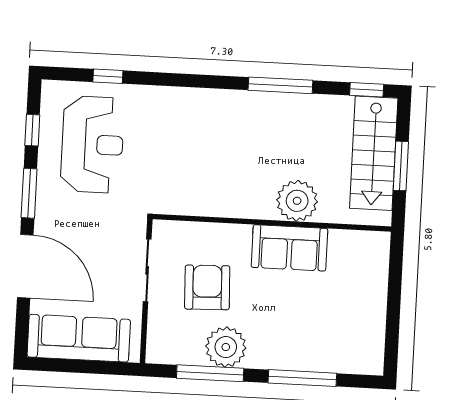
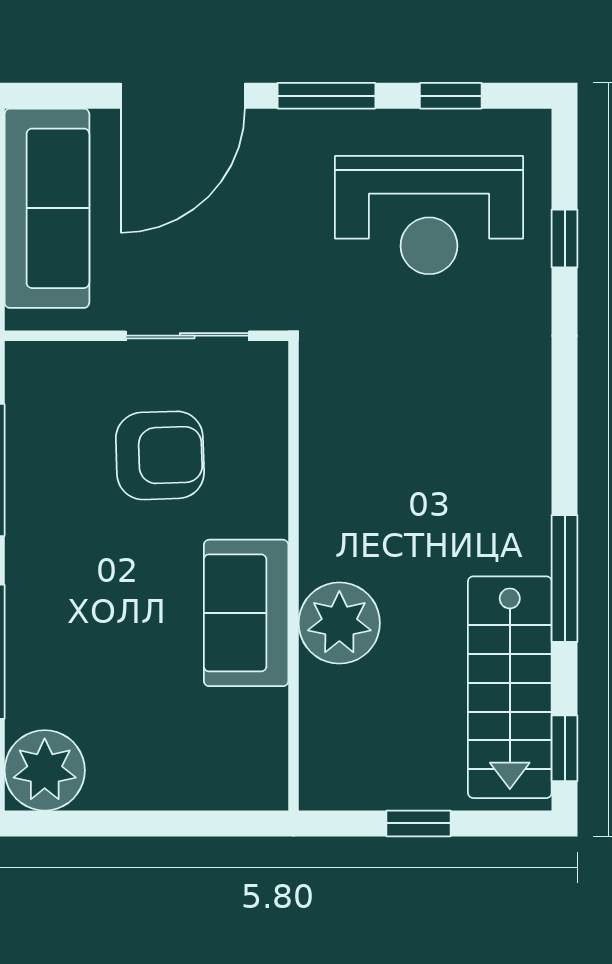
stairs: (374, 153) -> (510, 687), moved, turned -90
window: (401, 166) -> (419, 823), width x0.67
plant: (226, 347) -> (45, 770), moved

